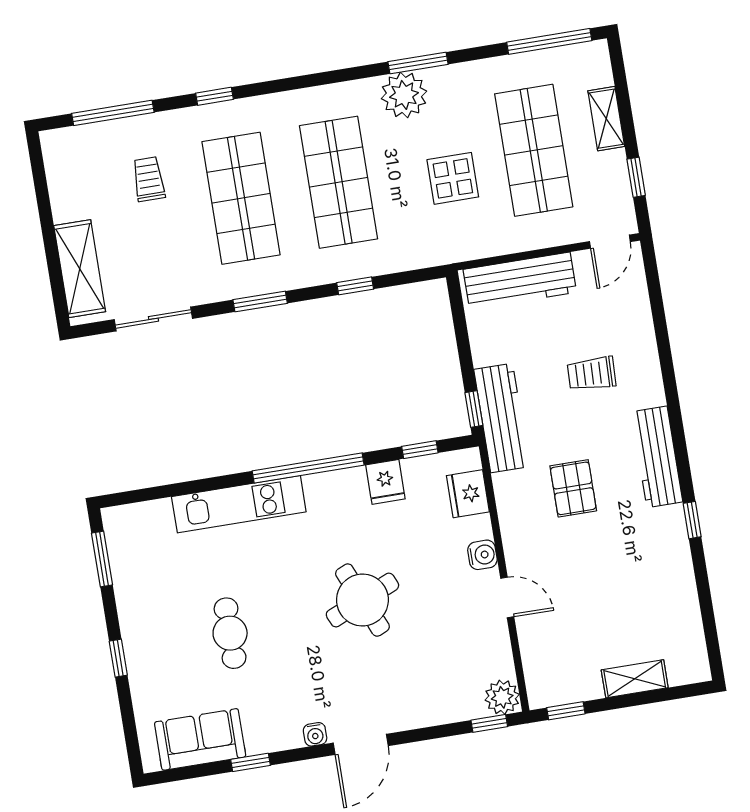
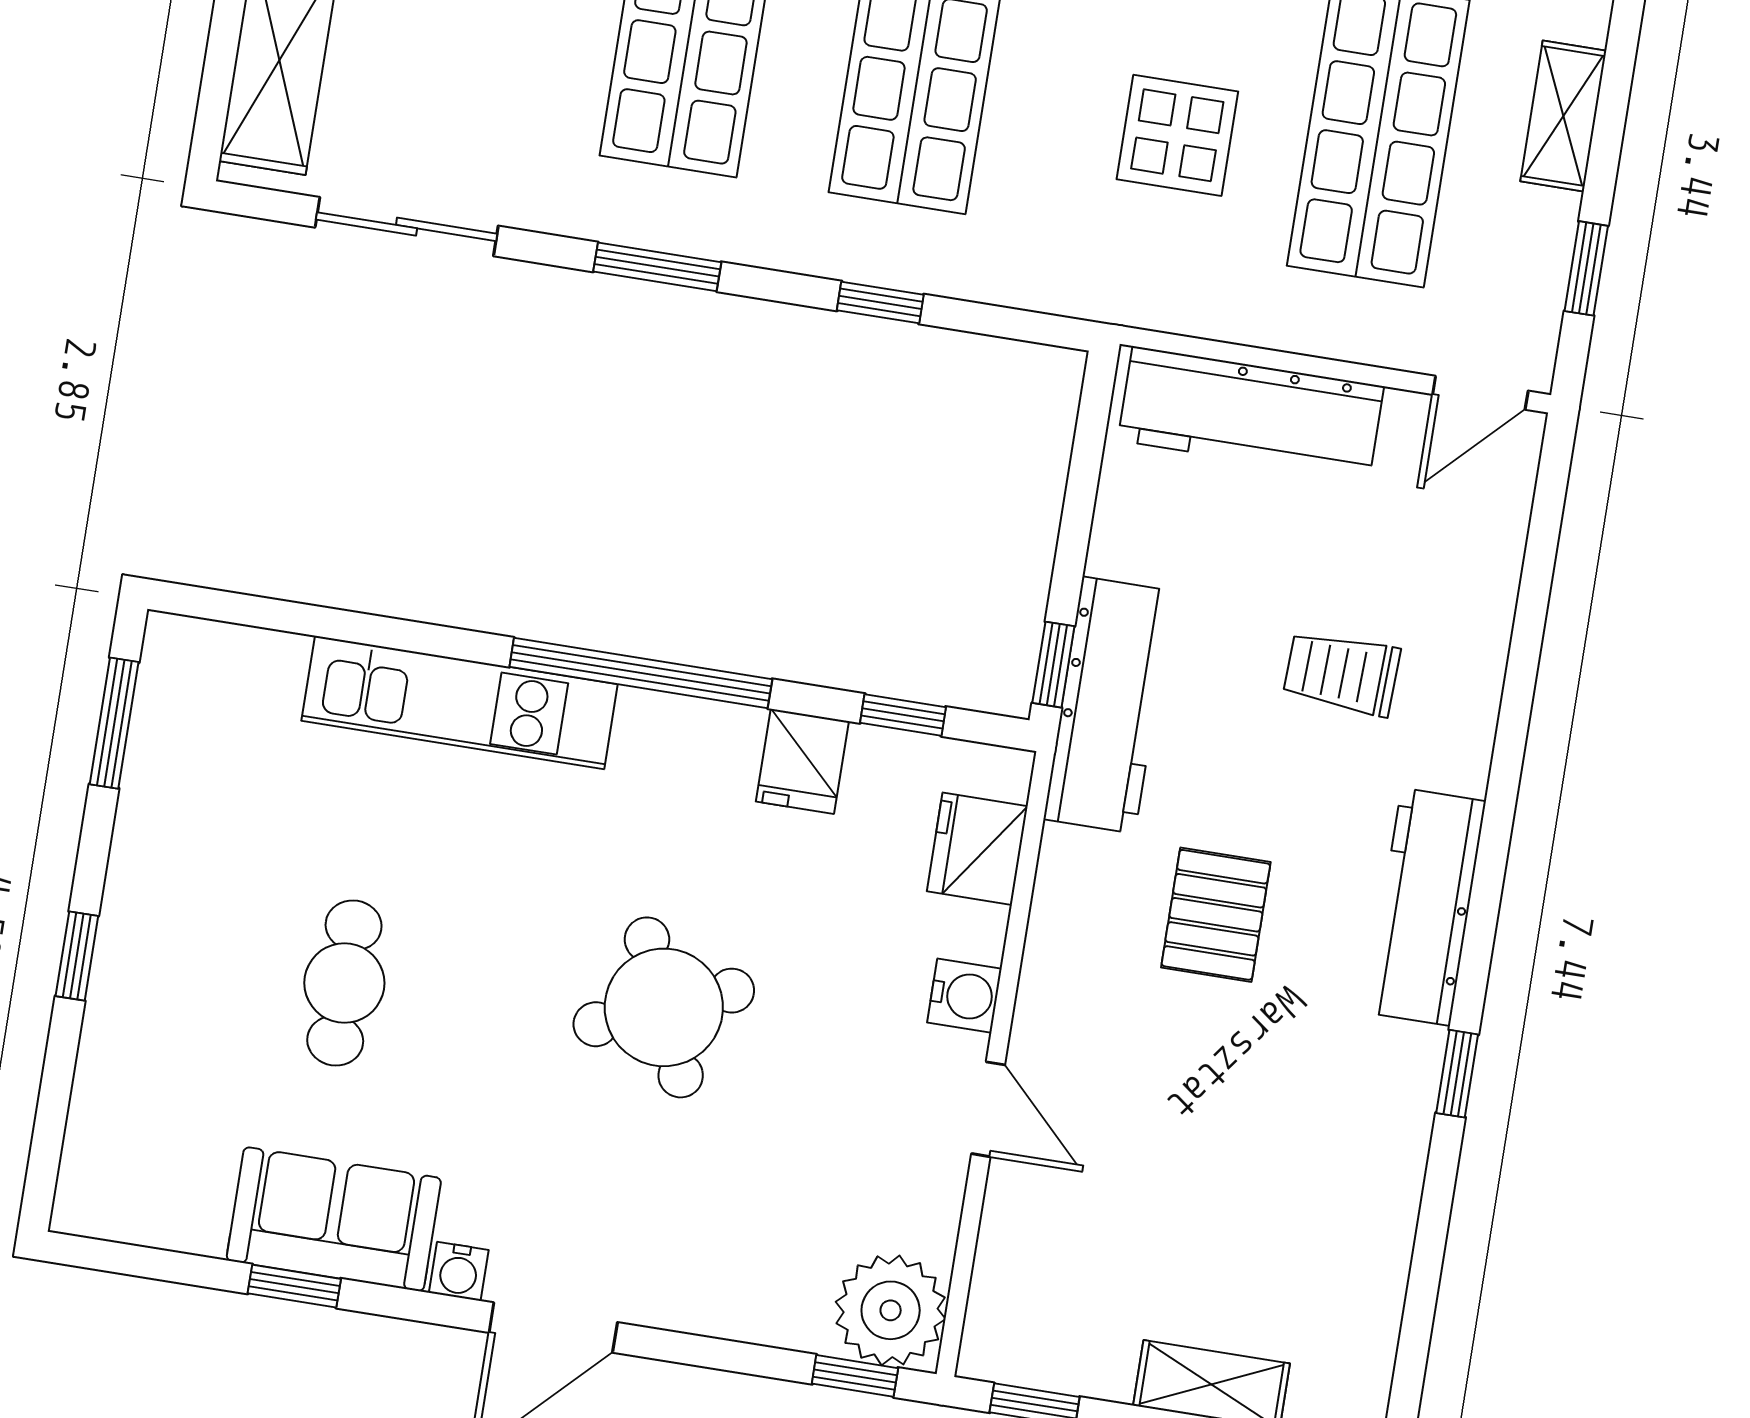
plant: (502, 697) -> (891, 1310), width x1.36, depth x1.36
sofa: (200, 739) -> (334, 1219), moved

